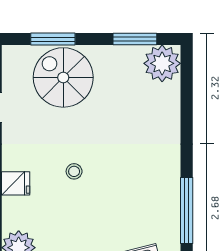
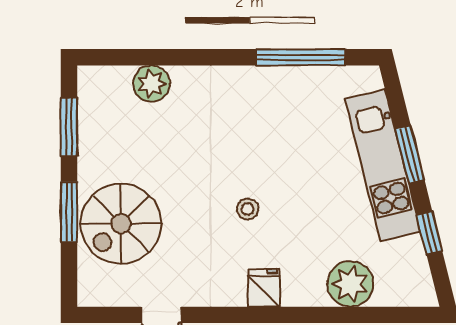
window: (53, 39) -> (69, 212), moved
plant: (162, 63) -> (152, 84), moved, width x0.73, depth x0.73

